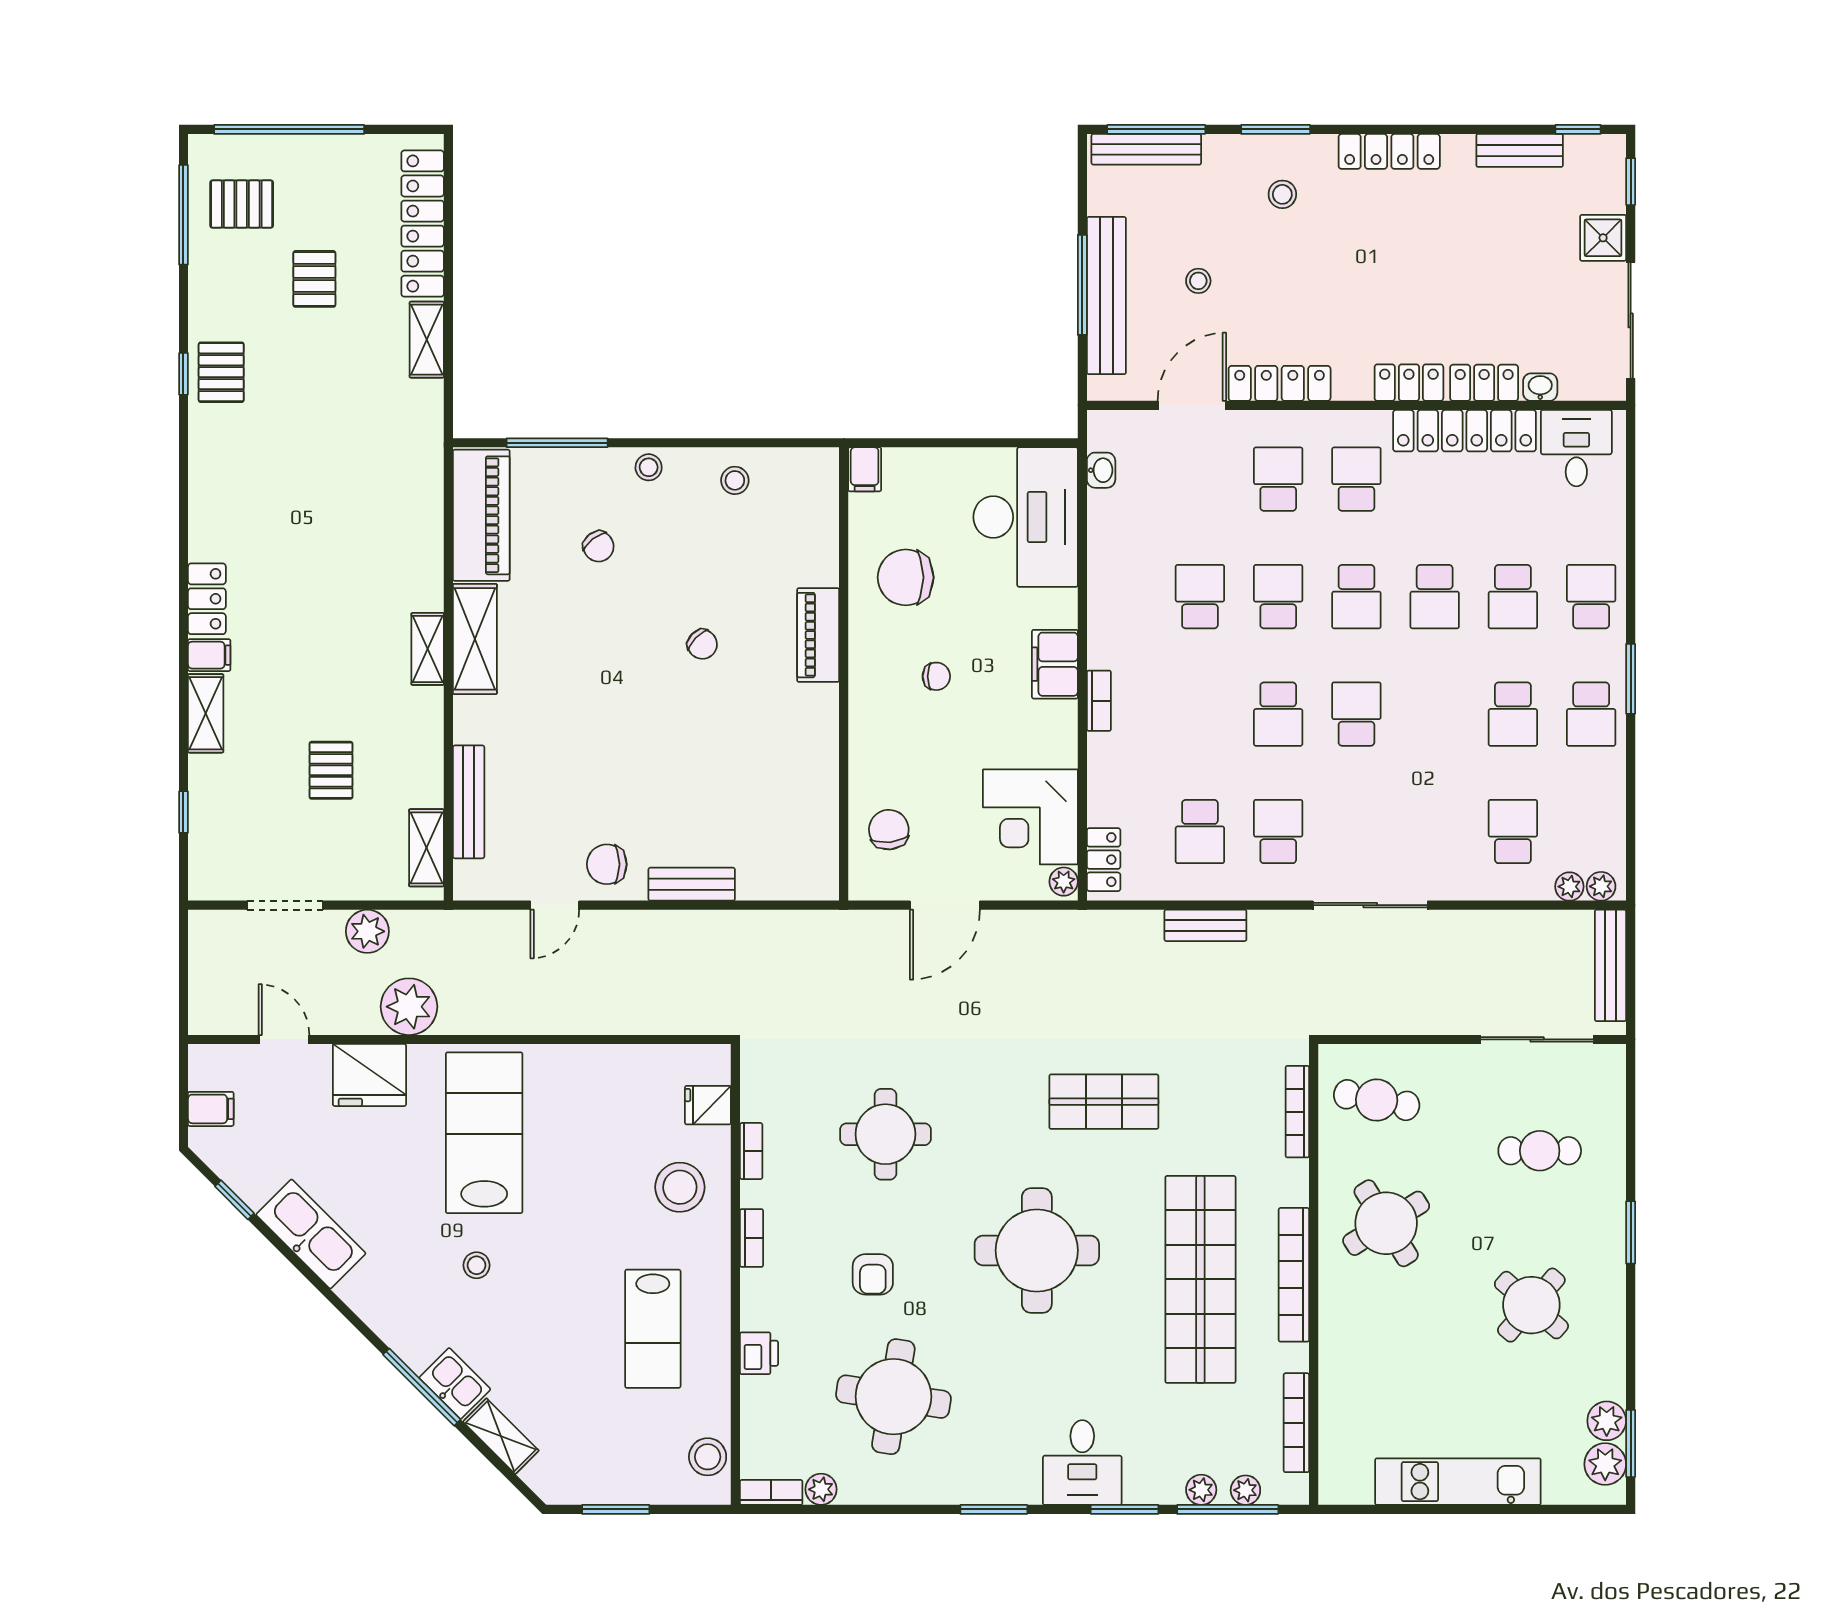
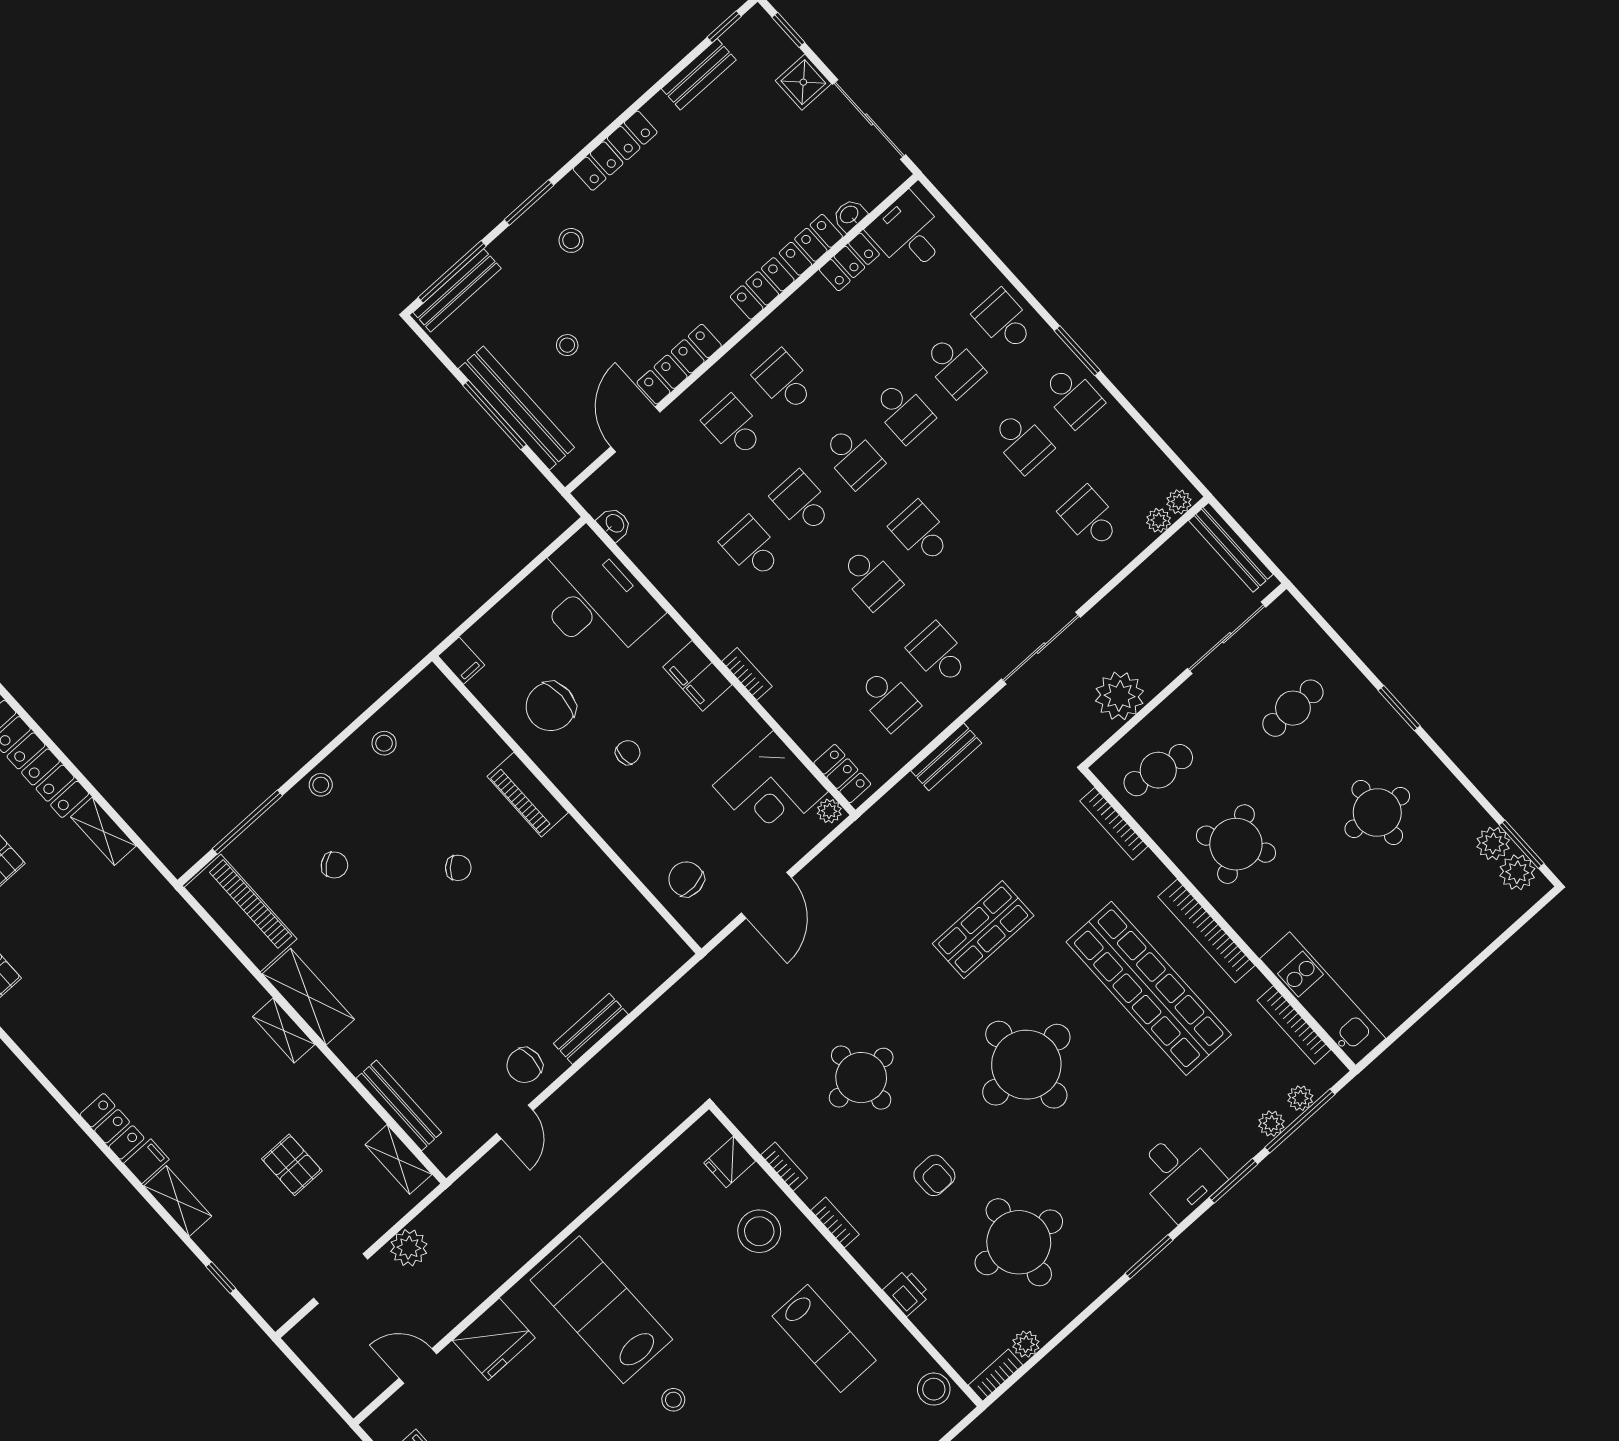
locker: (1465, 431) -> (849, 262), width x0.46, depth x0.83
plant: (409, 1007) -> (1119, 696), moved
round table: (1531, 1305) -> (1377, 813), turned -34
kitchen unit: (1458, 1482) -> (1323, 999), moved, turned 90

